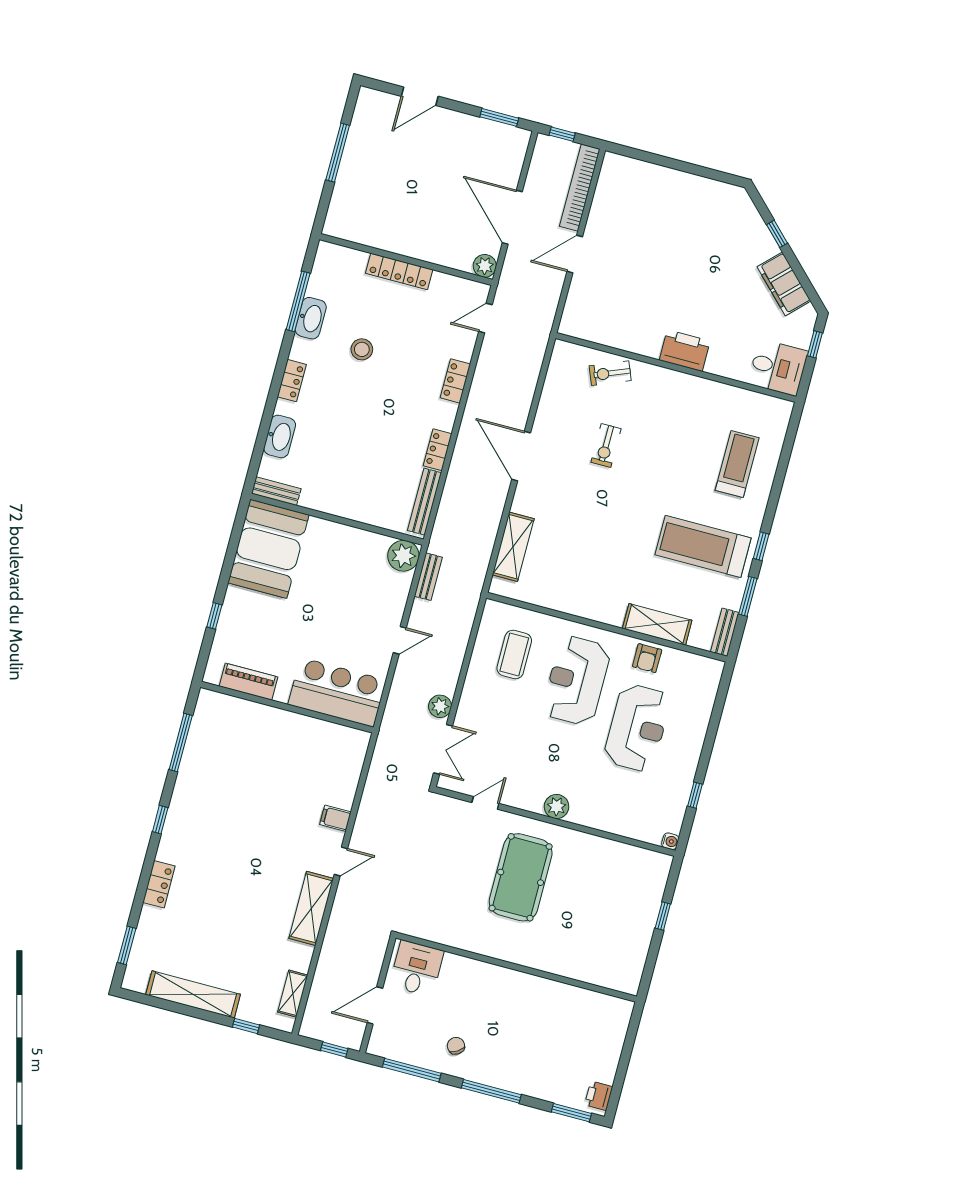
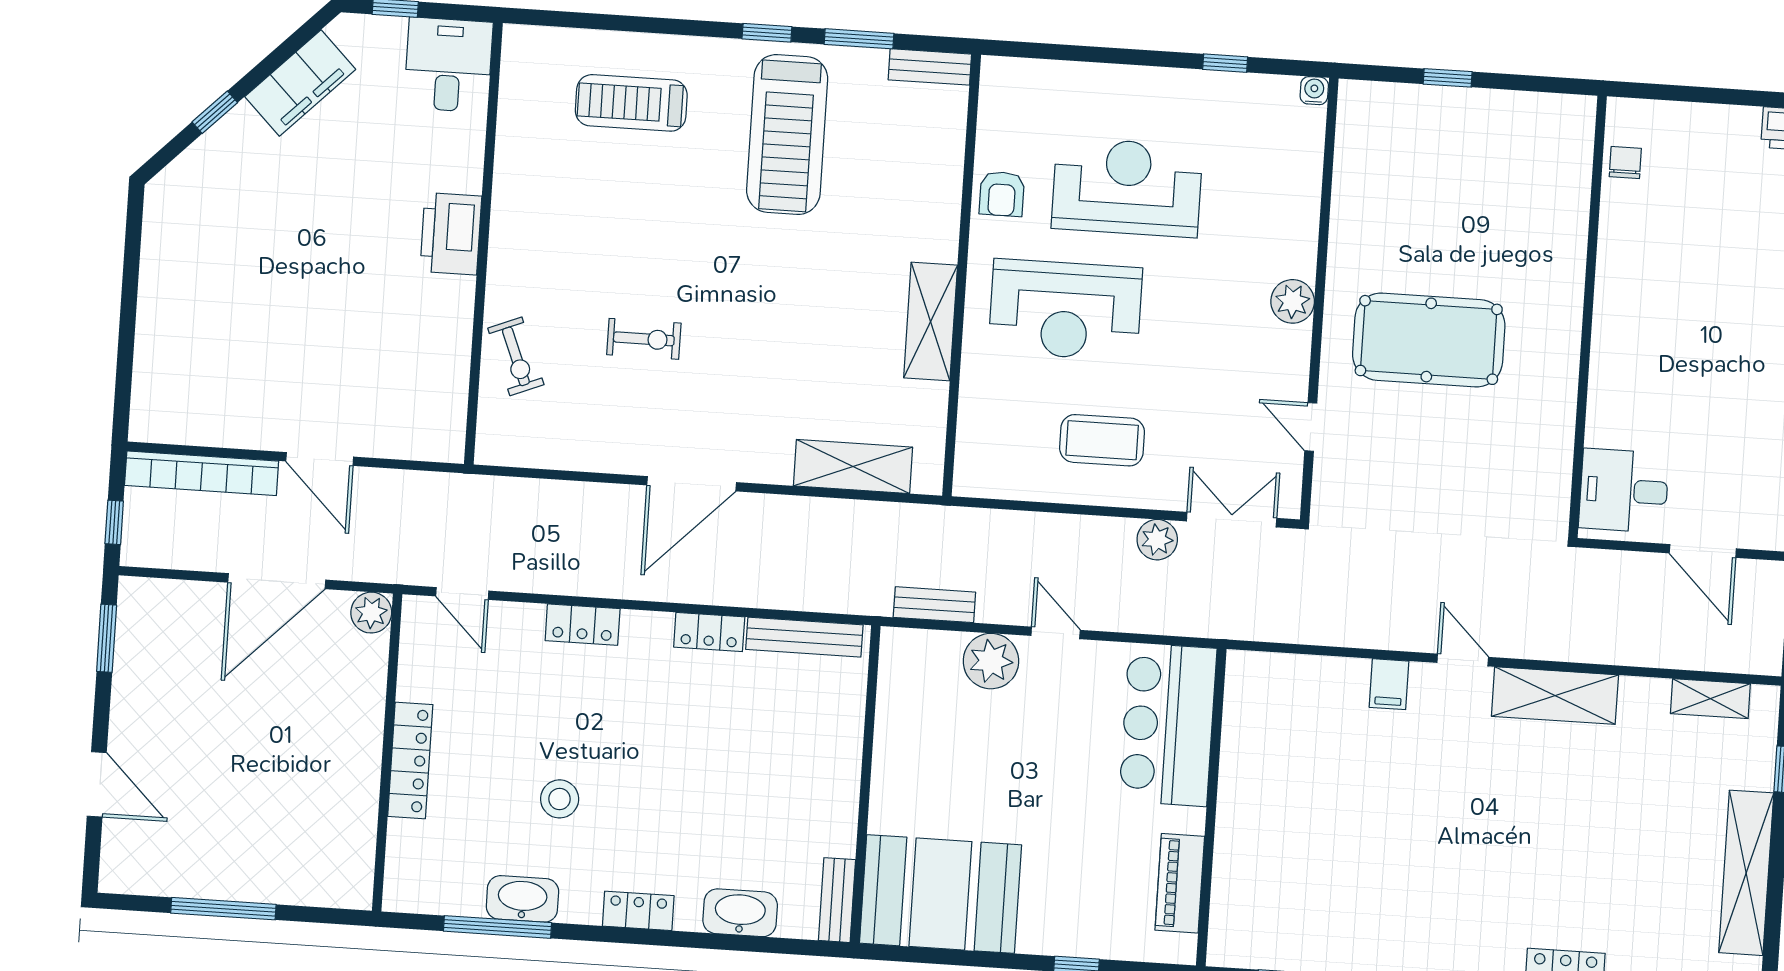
plant: (403, 556) -> (991, 661), moved
shelving: (657, 624) -> (931, 321), moved
coffee table: (514, 654) -> (1102, 440), moved
armchair: (647, 658) -> (1002, 194), turned 90
chair: (456, 1046) -> (1625, 163), moved, turned 122

